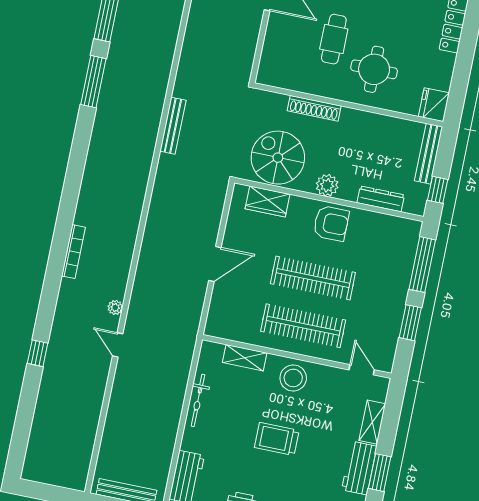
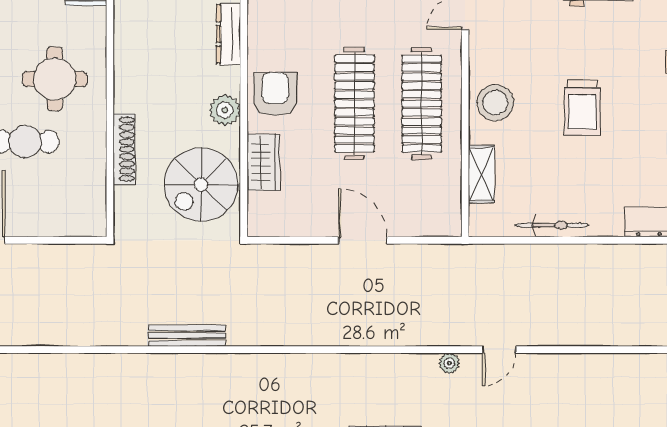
wardrobe: (267, 202) -> (263, 162), moved

